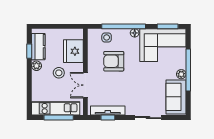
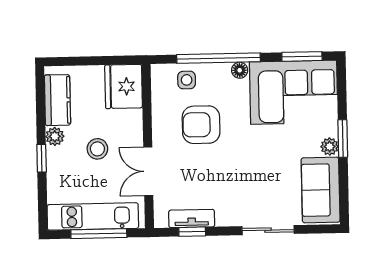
window: (29, 51) -> (42, 158), moved
fridge: (73, 51) -> (124, 86), moved
window: (188, 70) -> (343, 138), width x0.47
tv unit: (108, 111) -> (192, 219), width x0.71

